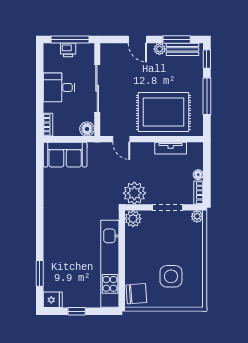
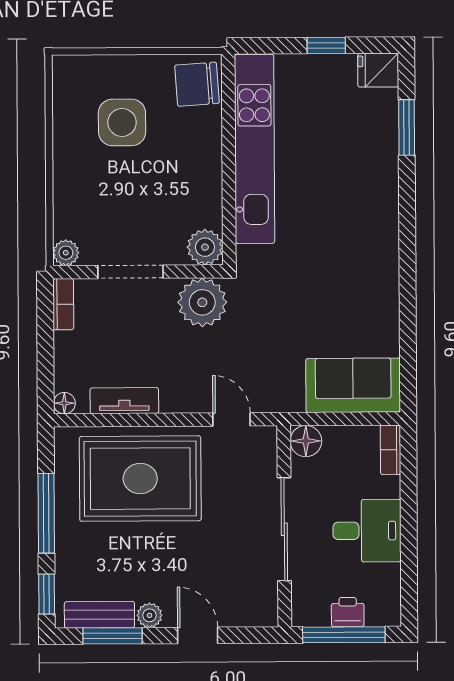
floor lamp: (198, 175) -> (64, 403), moved

